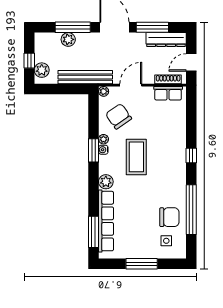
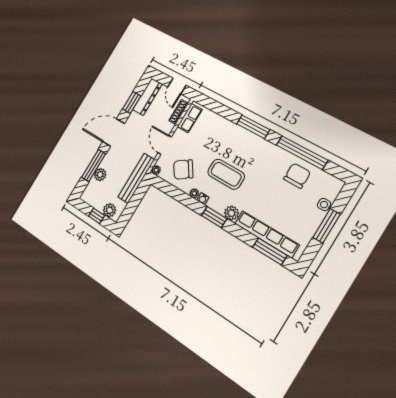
window: (152, 27) -> (132, 103), width x0.69
window: (94, 150) -> (214, 217), moved
window: (191, 156) -> (253, 127), width x2.17
side table: (166, 241) -> (324, 205), moved

